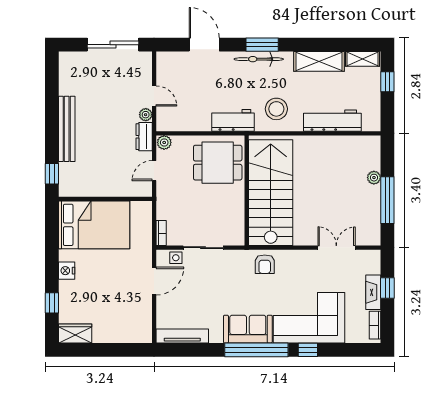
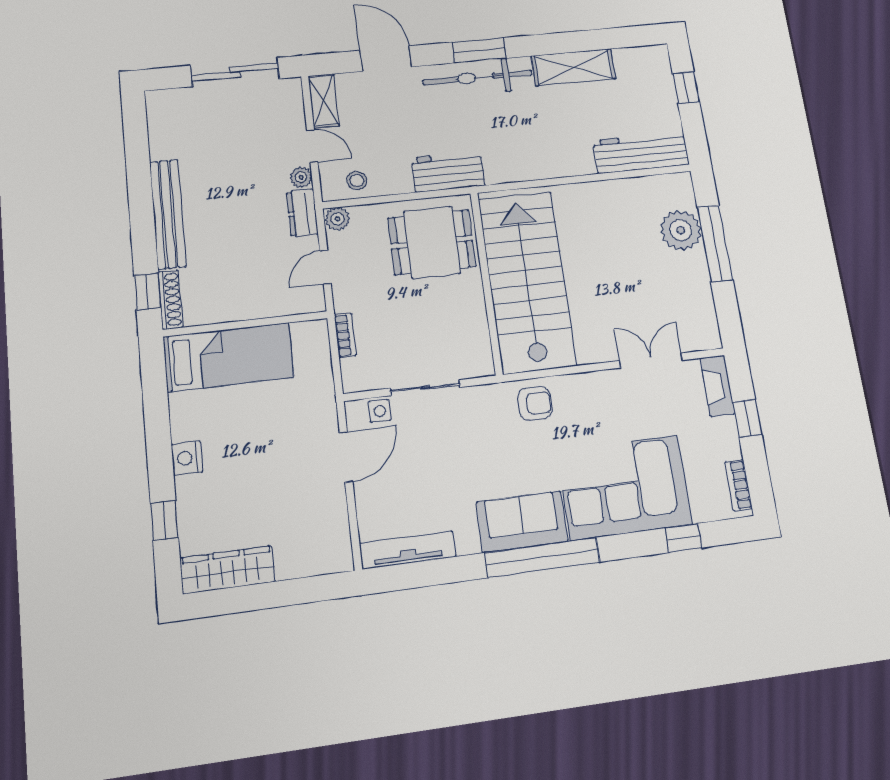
bicycle: (259, 59) -> (477, 77), width x1.37, depth x1.40
shelving: (362, 59) -> (323, 101), moved, turned 90
stool: (276, 109) -> (357, 180), moved, width x0.53, depth x0.53
workbench: (332, 121) -> (641, 153), moved
plant: (374, 178) -> (681, 230), width x1.88, depth x1.88
shoe rack: (64, 180) -> (170, 300), added
window: (387, 200) -> (715, 243), moved
bed: (94, 225) -> (228, 357), width x0.67
bookcase: (161, 233) -> (345, 335), moved
armchair: (265, 264) -> (535, 403), turned -90
fireplace: (373, 292) -> (717, 386), moved
wardrobe: (75, 334) -> (227, 570), width x1.50
window: (308, 350) -> (683, 538), moved

